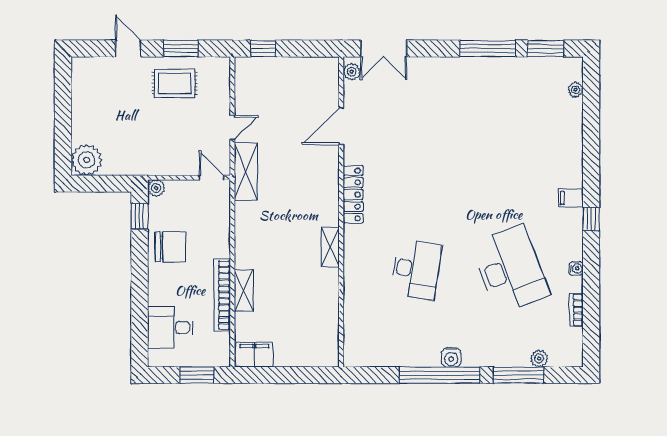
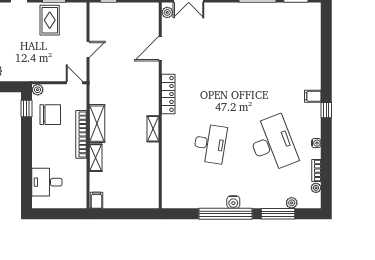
rug: (175, 83) -> (50, 20), turned 90
plant: (576, 90) -> (316, 188), moved
shelving: (246, 171) -> (97, 124), moved
chair: (170, 247) -> (50, 115), moved
bookcase: (222, 295) -> (81, 134), moved
filing cabinet: (254, 355) -> (97, 200), width x0.50
window: (197, 375) -> (65, 214), removed

